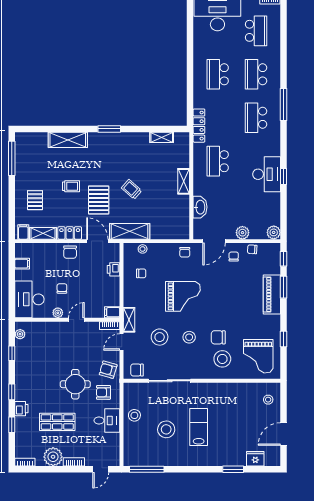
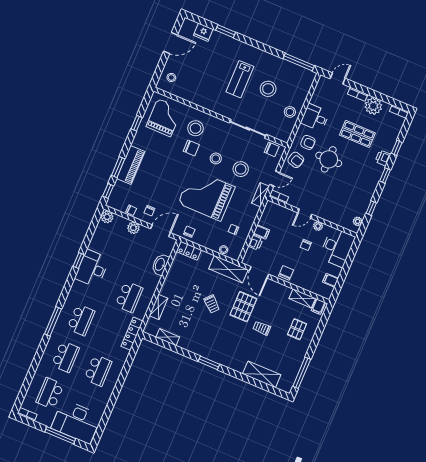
shelving: (68, 140) -> (262, 374), moved
shelving: (184, 181) -> (158, 307), moved
locker: (70, 233) -> (189, 251), moved
grand piano: (183, 296) -> (206, 195), width x1.37, depth x1.48
filing cabinet: (112, 312) -> (261, 232), moved

